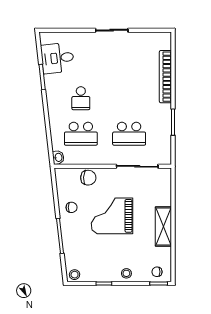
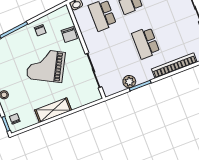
plant: (164, 132) -> (129, 82), added
school desk: (129, 134) -> (146, 43), moved
grand piano: (112, 216) -> (46, 65), turned -62

